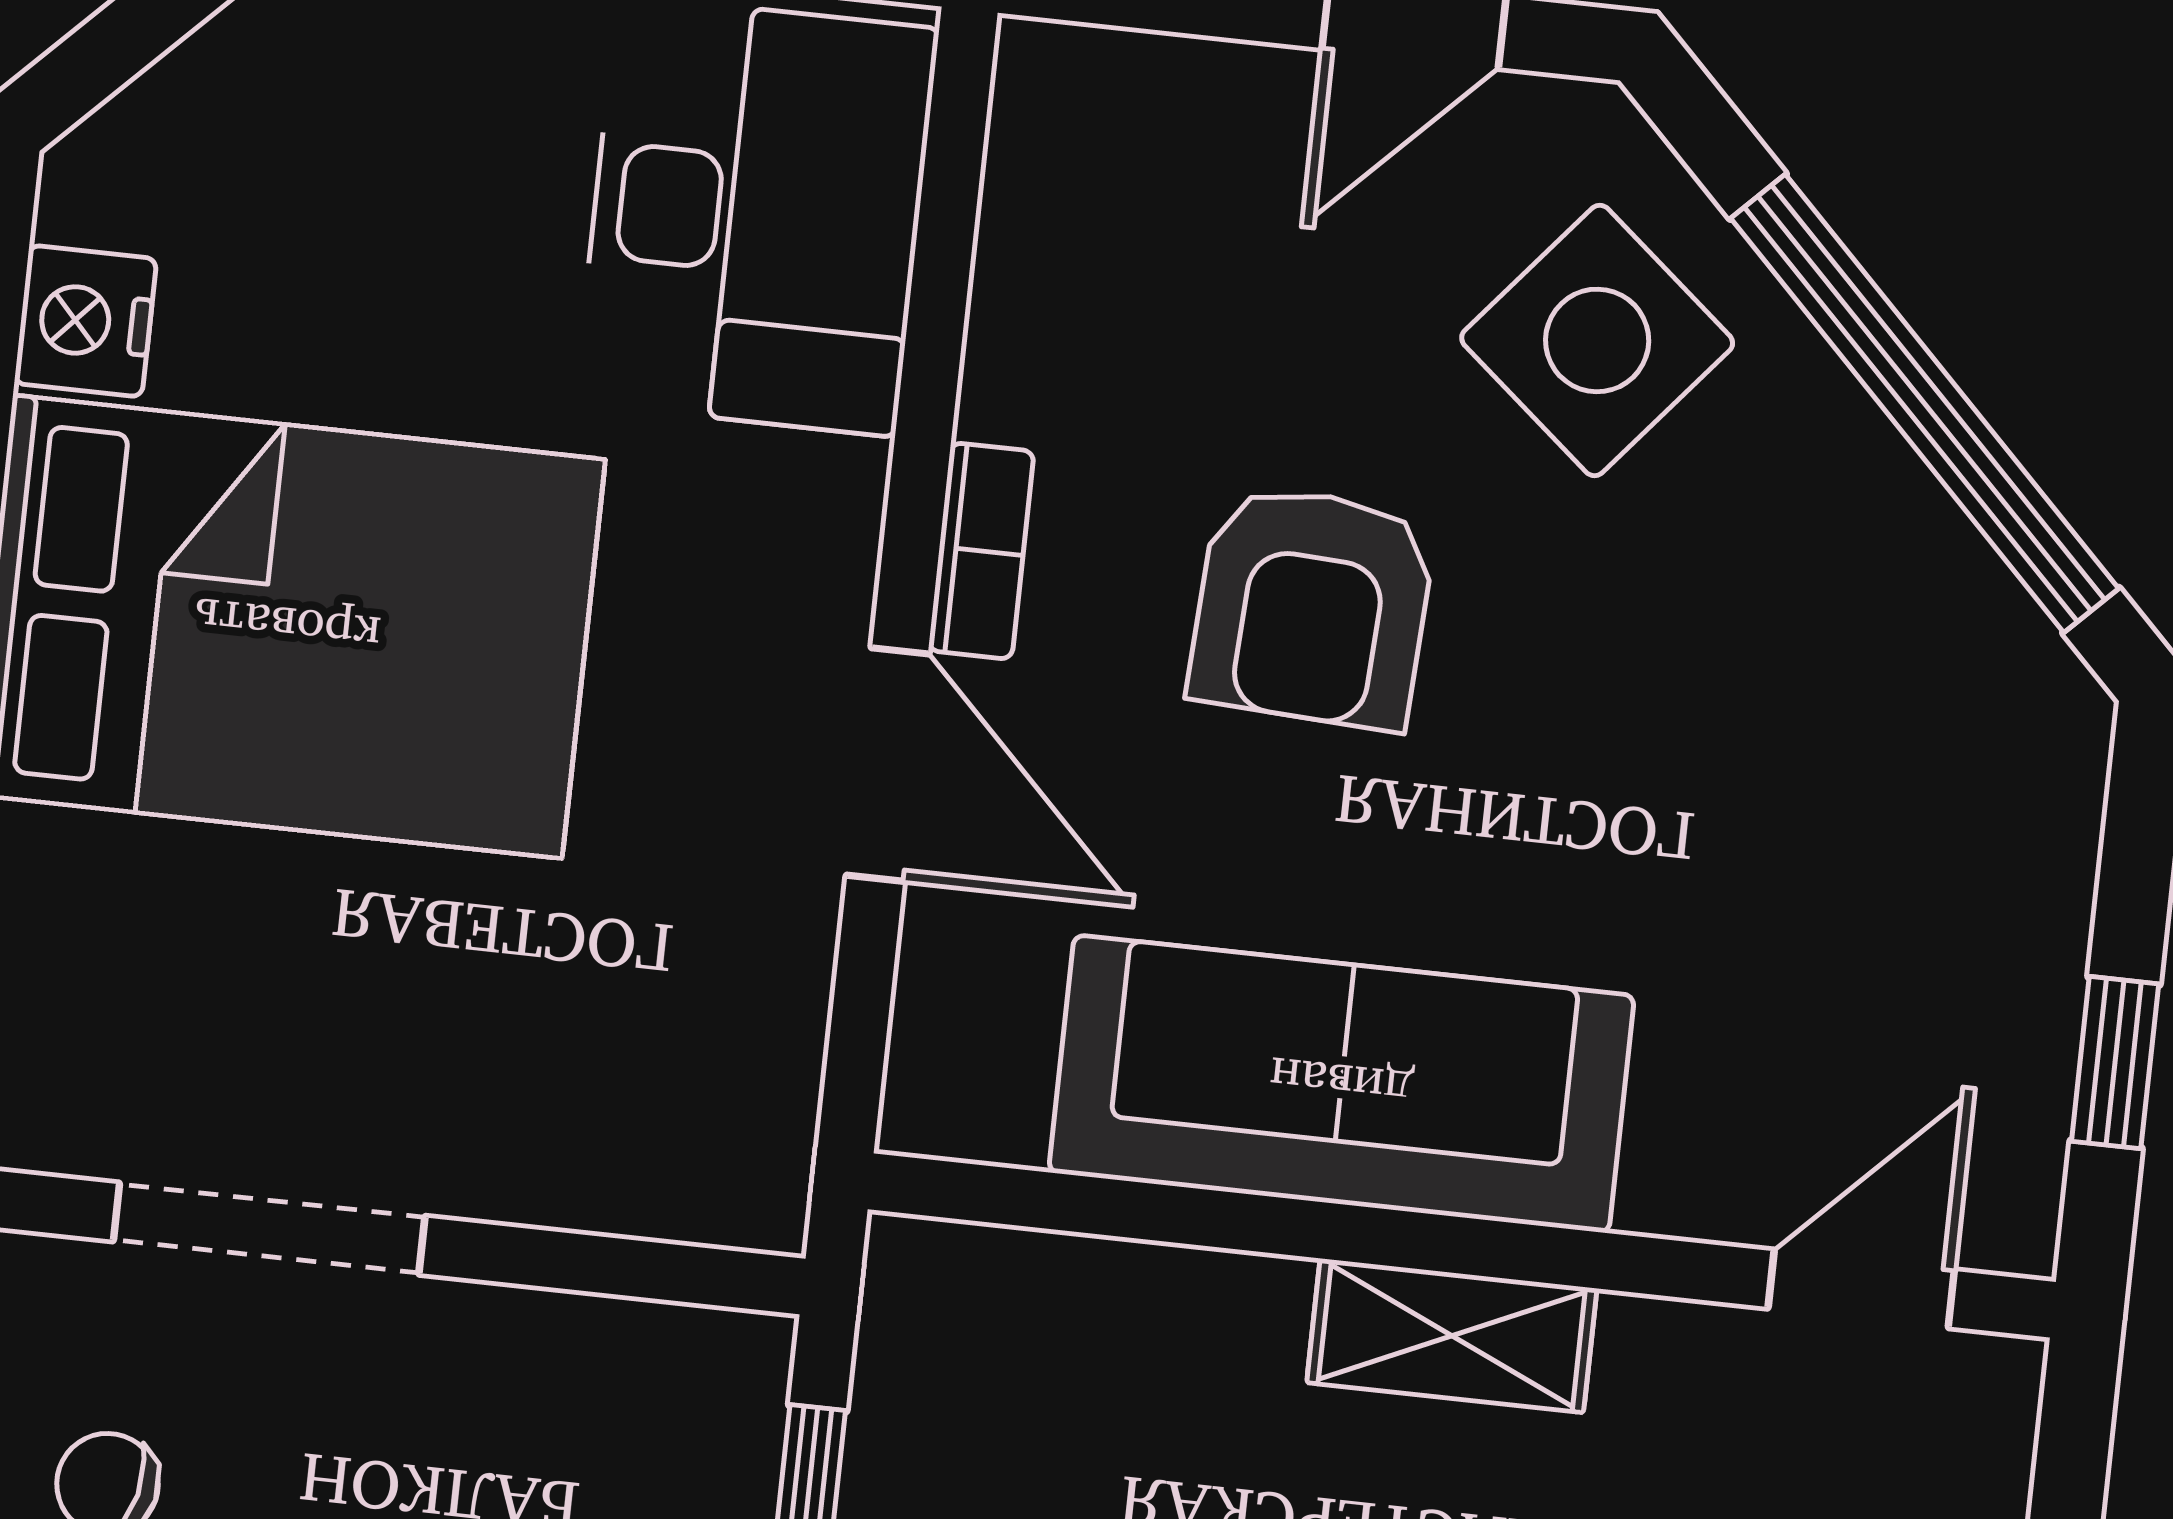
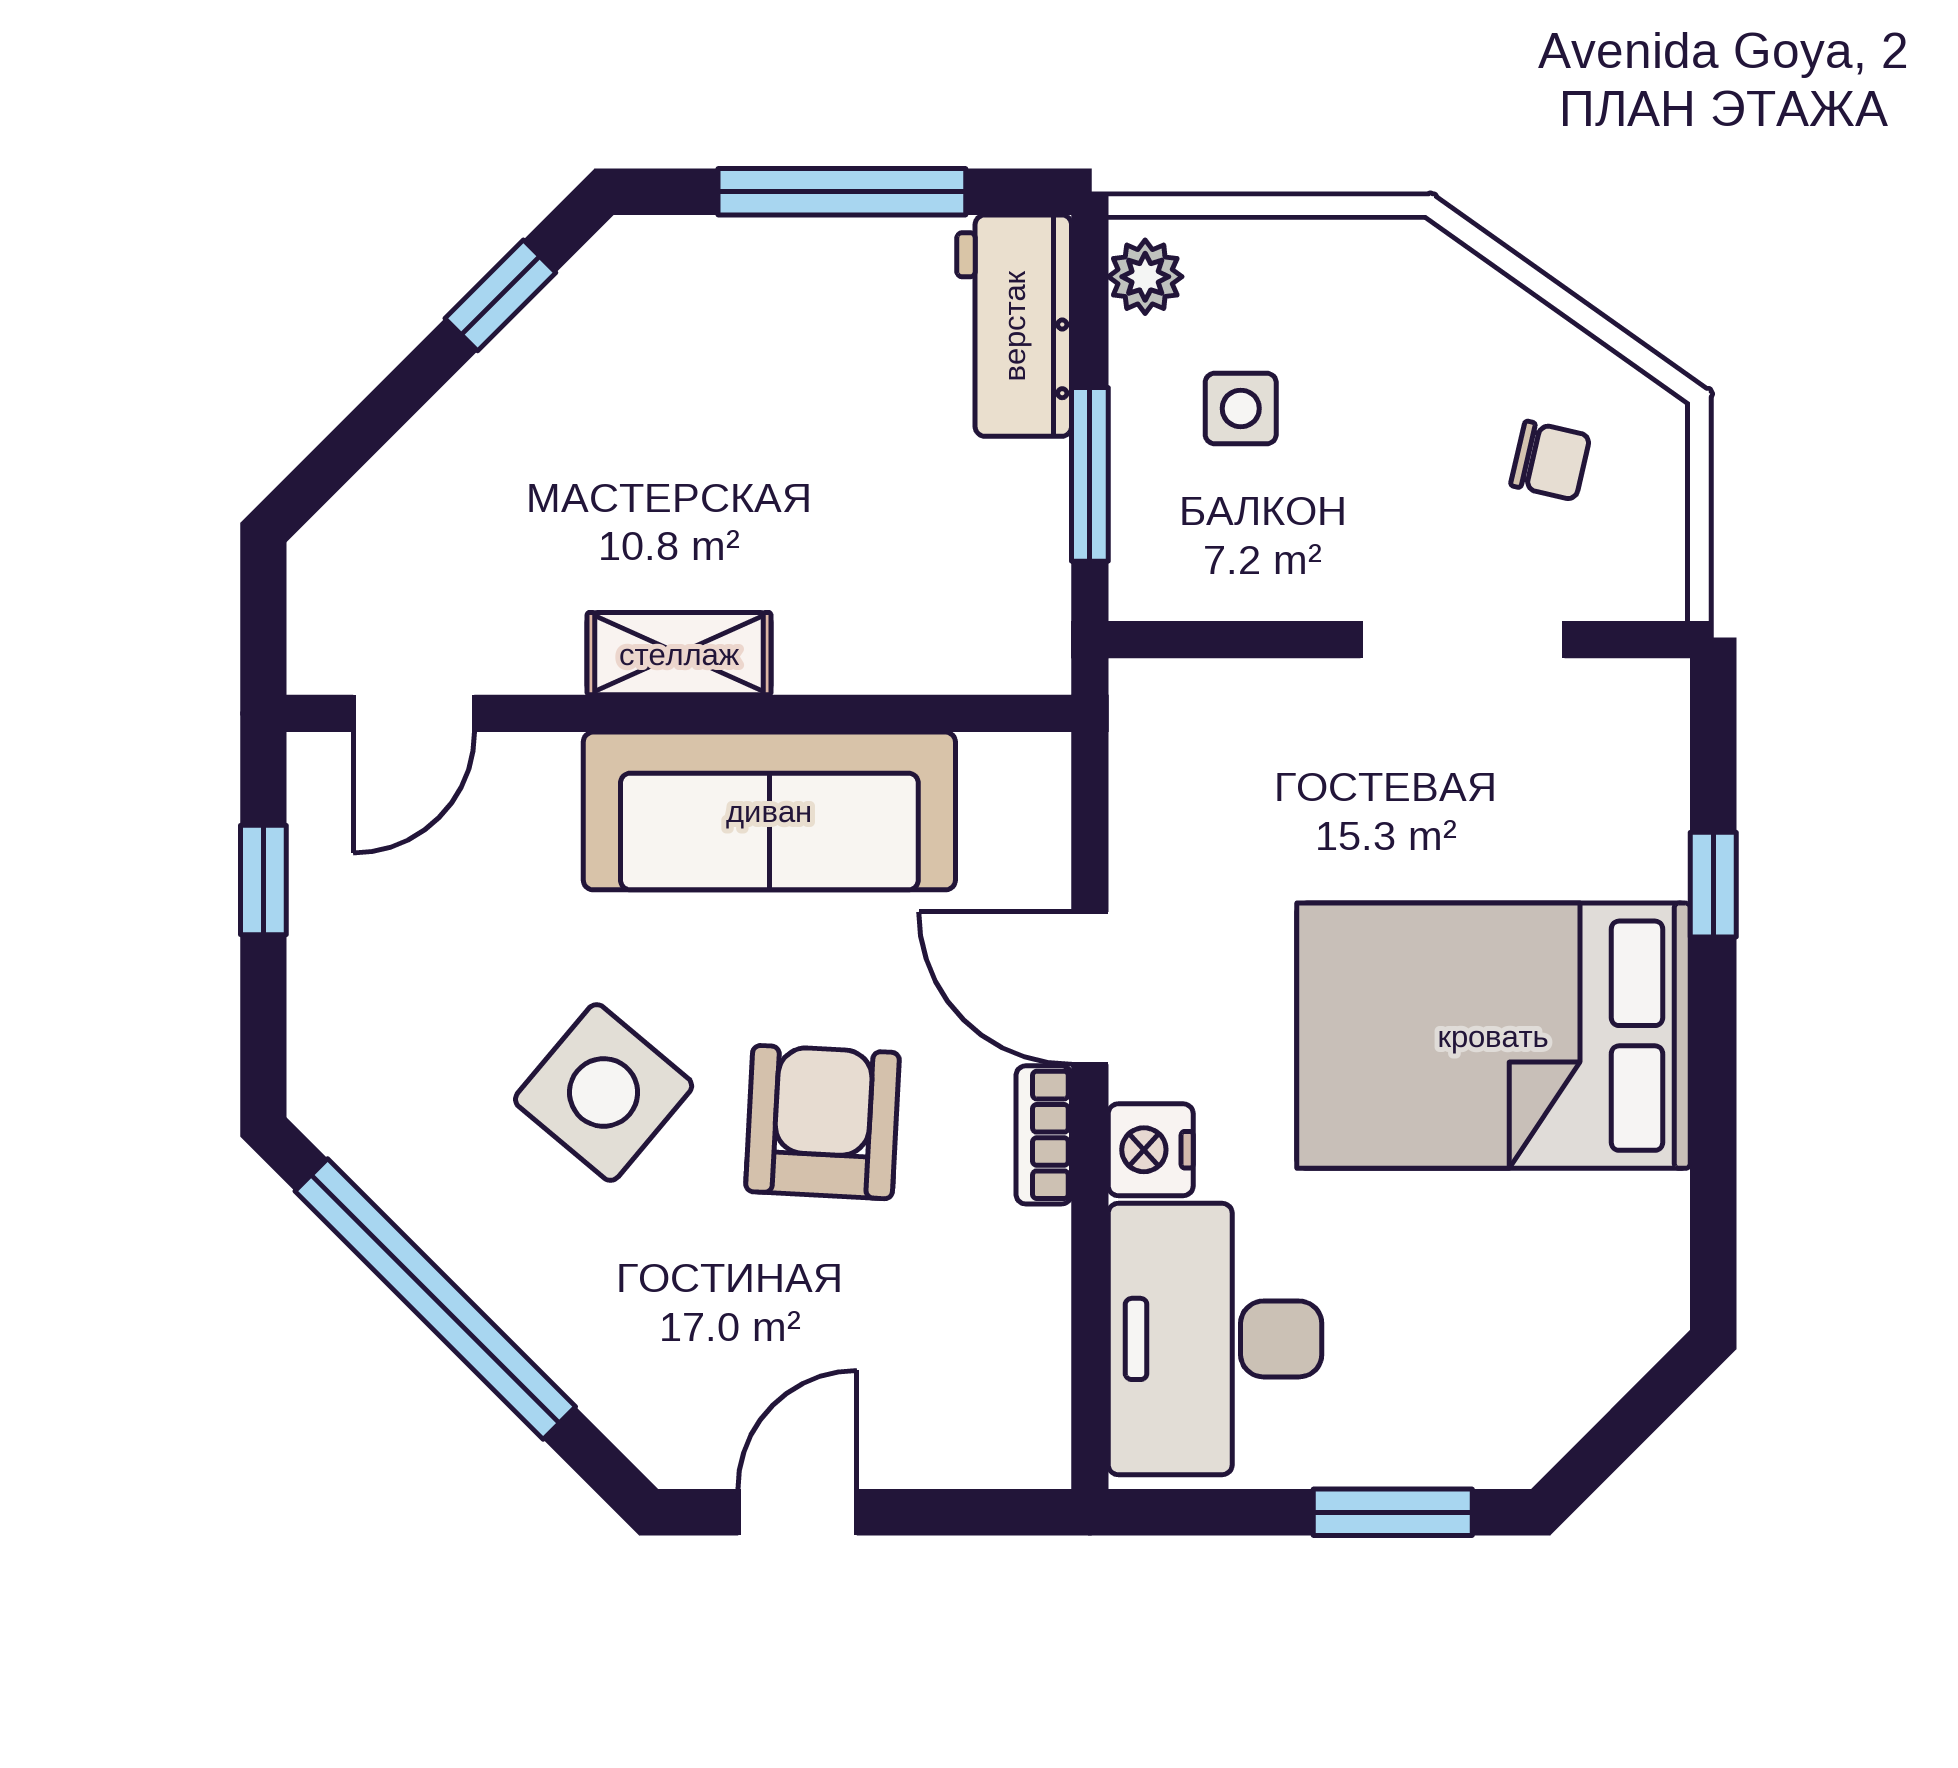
nightstand: (85, 321) -> (1151, 1150), moved, turned 180
side table: (1597, 340) -> (604, 1092), moved

